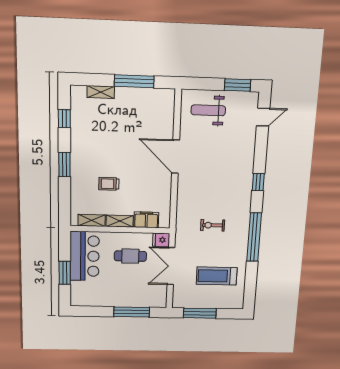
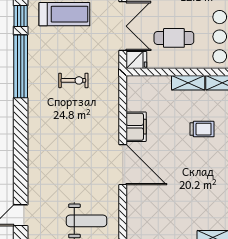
window: (258, 182) -> (21, 16), moved
filing cabinet: (146, 220) -> (136, 127), moved, turned -90

